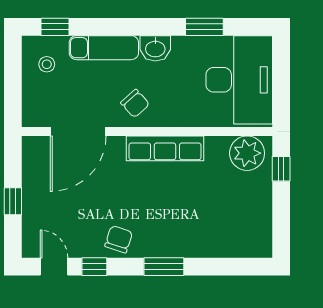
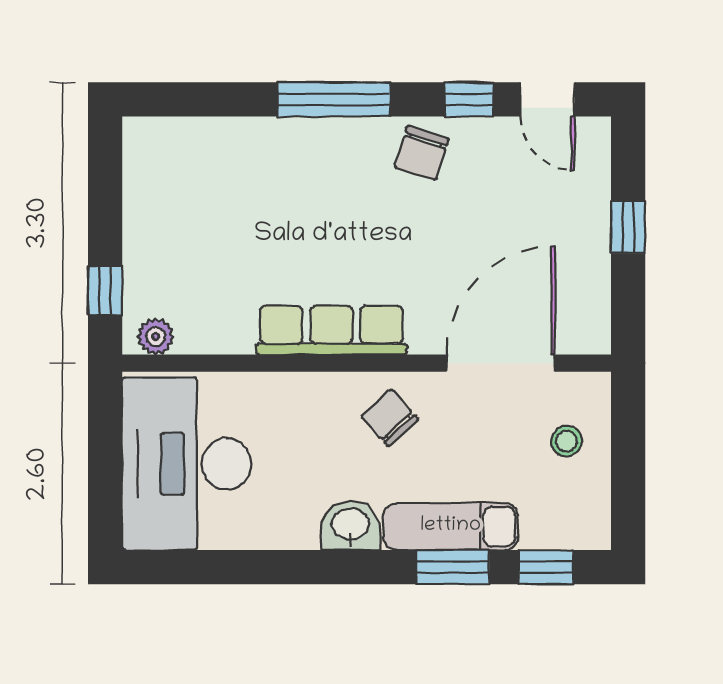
window: (204, 27) -> (453, 567), moved
stool: (47, 64) -> (567, 441), moved
plant: (247, 153) -> (156, 336), width x0.53, depth x0.53
window: (164, 267) -> (334, 99), width x1.44

